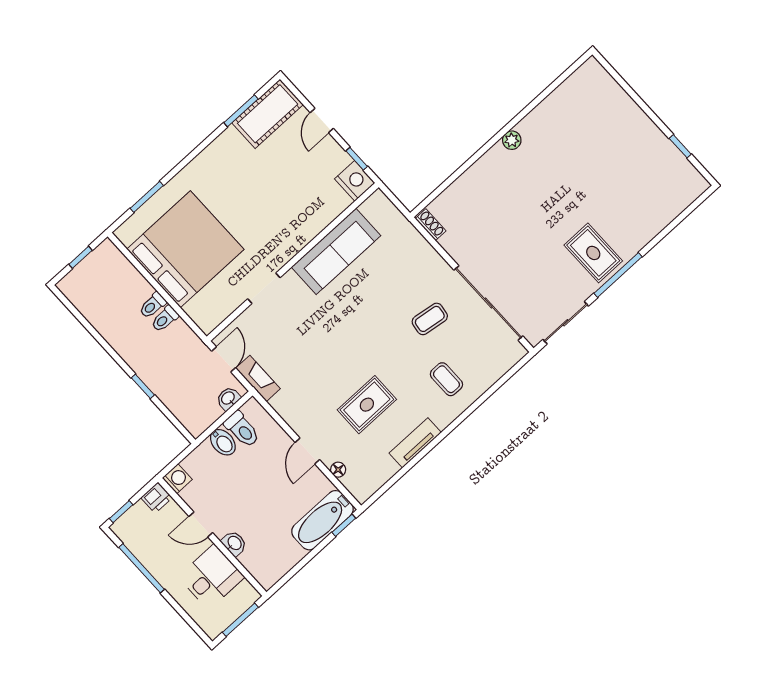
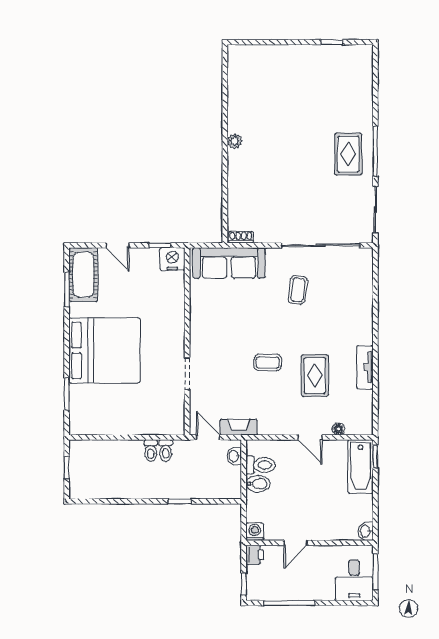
bed: (185, 249) -> (105, 350), moved, turned 90
sofa: (336, 251) -> (229, 263), moved, turned 90
rug: (593, 253) -> (348, 154), turned 90
toilet: (153, 305) -> (166, 451), moved
coffee table: (446, 379) -> (268, 362), moved
washbasin: (234, 543) -> (366, 531), moved, turned -90
desk: (211, 577) -> (354, 580), moved, turned 180

